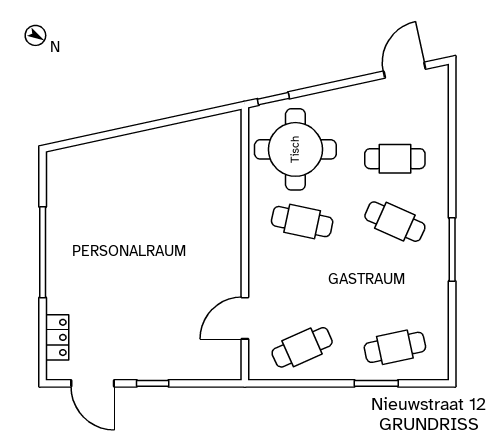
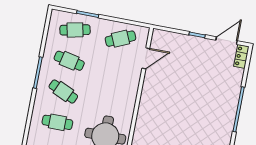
cafe table: (302, 222) -> (69, 61), moved
locker: (57, 337) -> (241, 56), moved
door: (93, 383) -> (226, 41), hinge flipped

